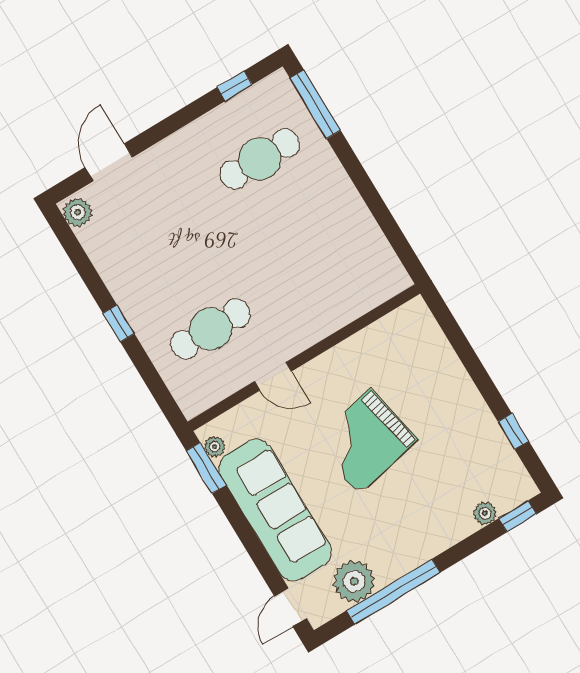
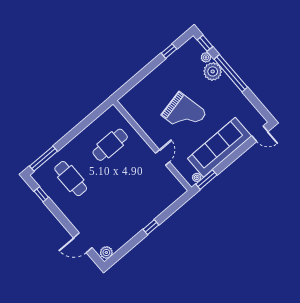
cafe table: (211, 329) -> (110, 145), moved, turned 90
plant: (354, 581) -> (213, 71), moved
window: (393, 592) -> (231, 73), moved

